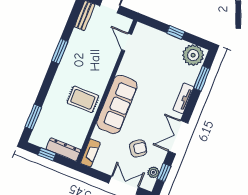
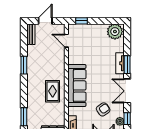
window: (176, 32) -> (82, 21), moved
window: (202, 78) -> (127, 65), moved
rug: (83, 99) -> (53, 91), turned 90

